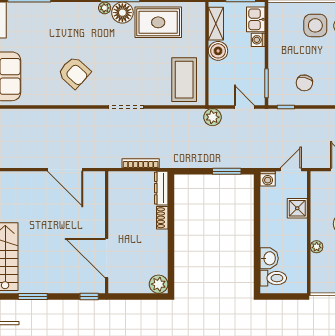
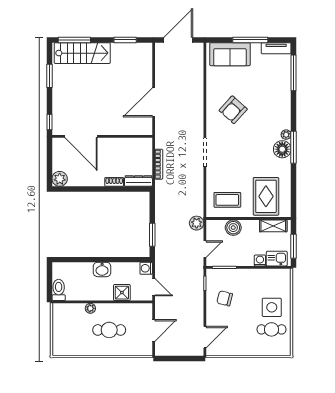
rug: (158, 22) -> (266, 196), moved
boiler: (218, 51) -> (233, 228), moved
coffee table: (184, 80) -> (227, 200), width x0.73, depth x0.76
door: (107, 258) -> (81, 136), swing flipped
washbasin: (269, 258) -> (102, 269), moved
toilet: (273, 278) -> (59, 290), moved, turned 180

